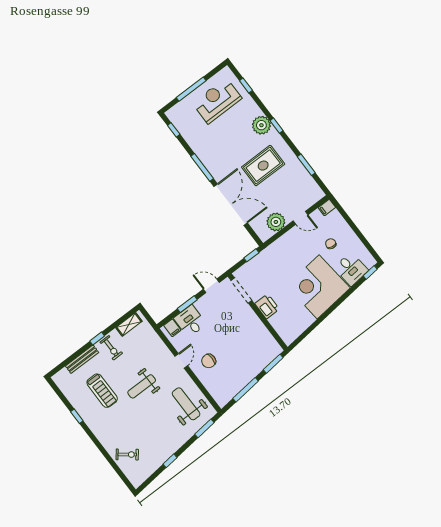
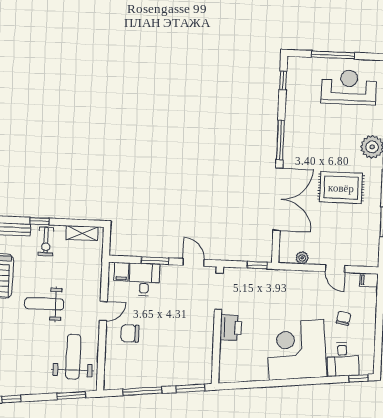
plant: (276, 222) -> (302, 258), width x0.53, depth x0.53

